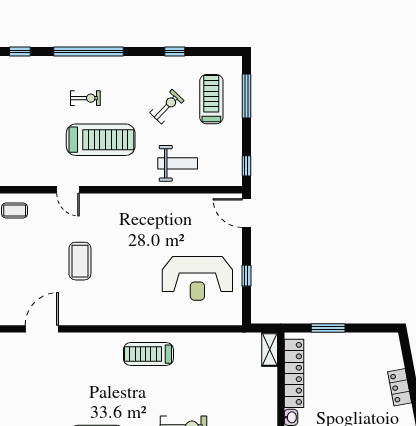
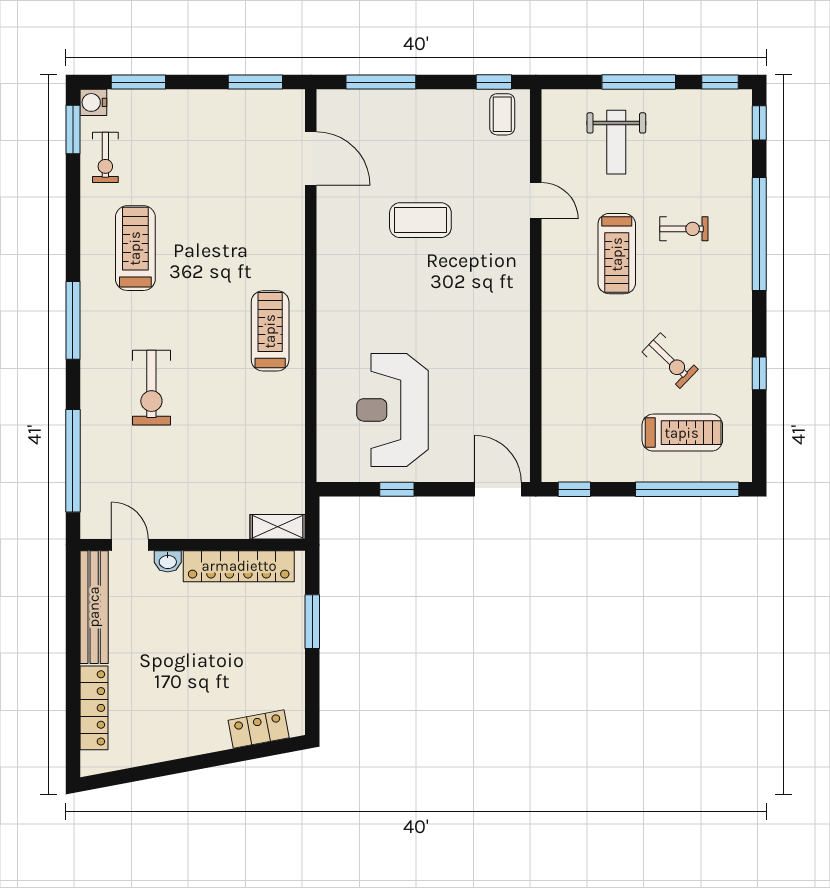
window: (246, 96) -> (687, 489), width x1.46
exercise bike: (85, 98) -> (684, 229), turned -90
treadmill: (101, 140) -> (617, 254), width x0.73, depth x0.73
weight bench: (178, 163) -> (616, 142), moved
door: (68, 190) -> (536, 201), swing flipped
door: (246, 213) -> (498, 489), hinge flipped
locker: (400, 387) -> (259, 729), moved

